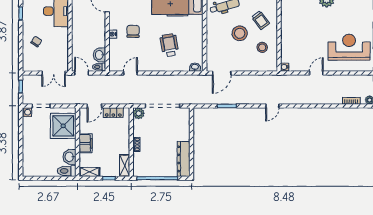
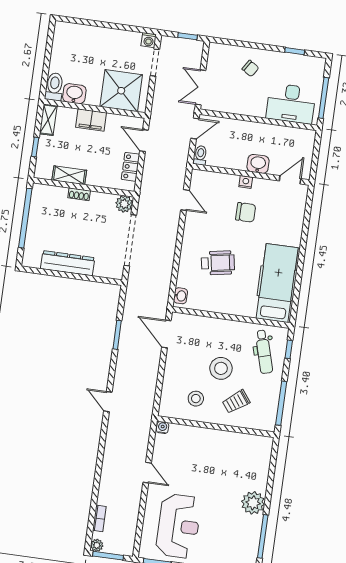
washbasin: (99, 55) -> (258, 164), moved
dresser: (184, 159) -> (68, 263), moved
shelving: (125, 165) -> (69, 175), moved

